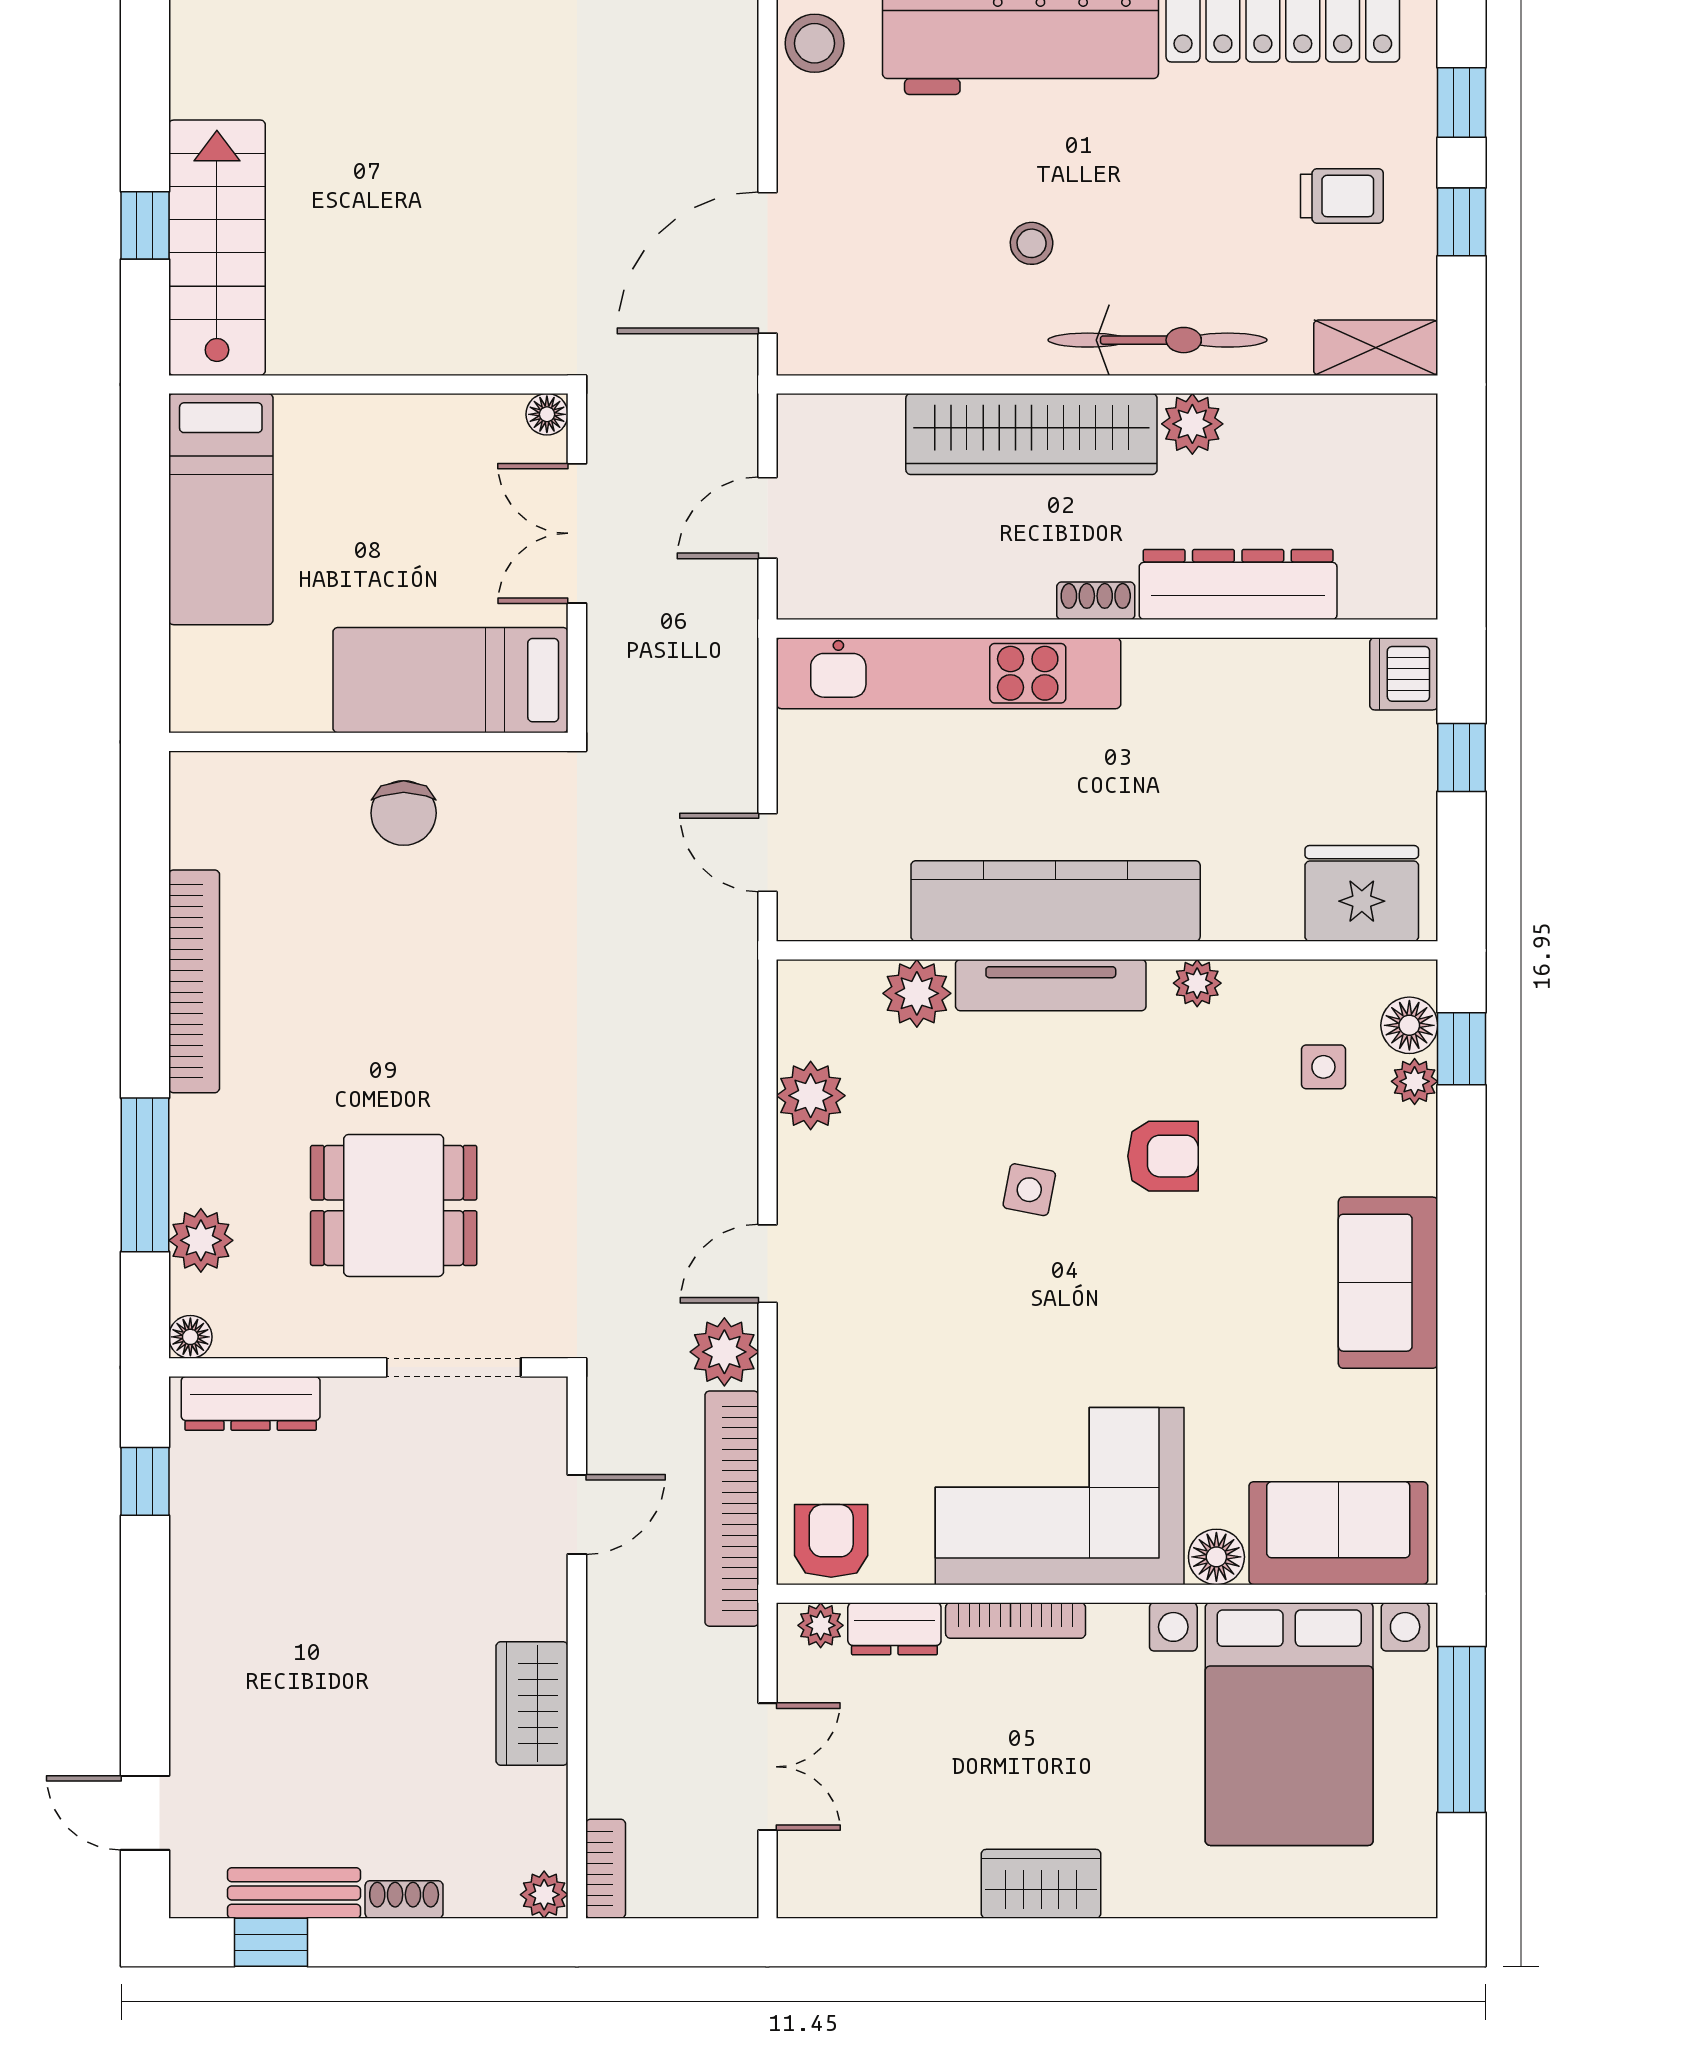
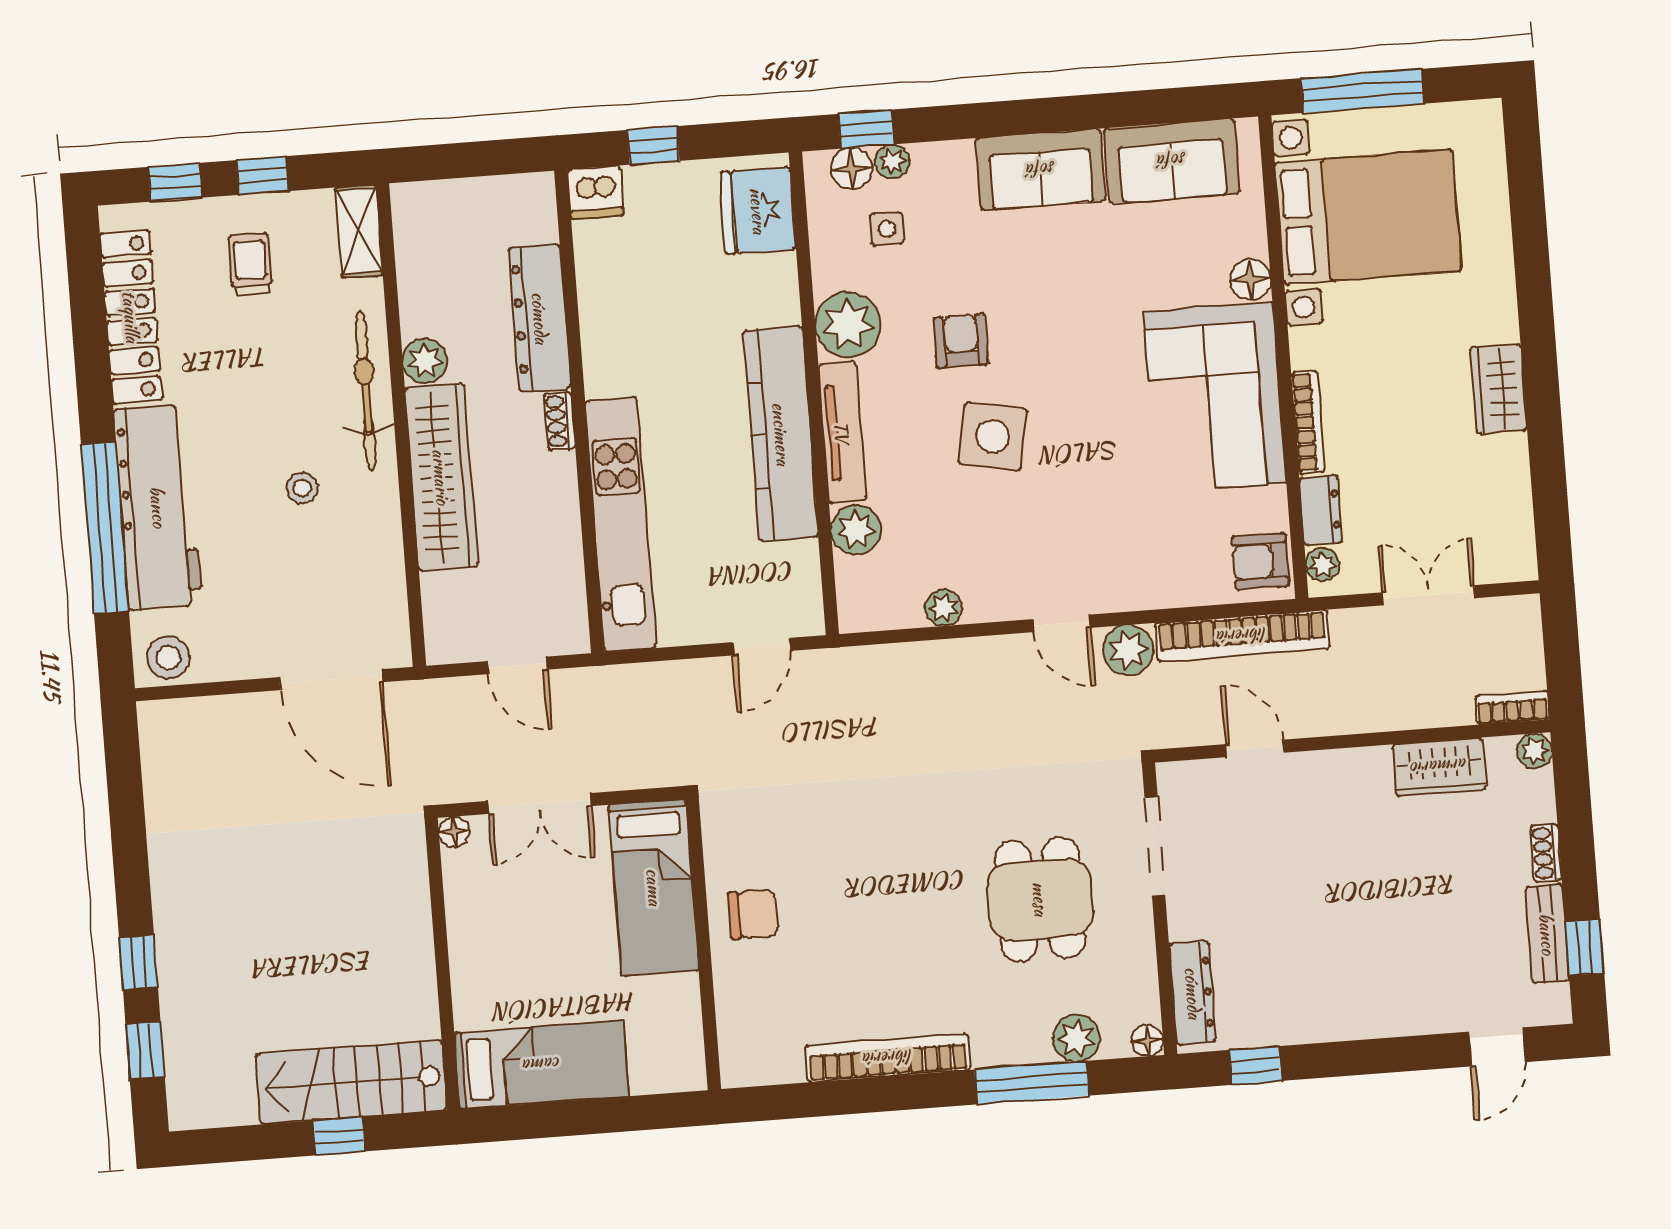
plant: (1197, 983) -> (848, 324), width x1.88, depth x1.88
plant: (811, 1096) -> (944, 608), width x0.73, depth x0.73
side table: (1029, 1190) -> (993, 437), width x1.87, depth x1.87
sofa: (1338, 1533) -> (1172, 161), moved, turned -90
wardrobe: (532, 1703) -> (1439, 767), moved

